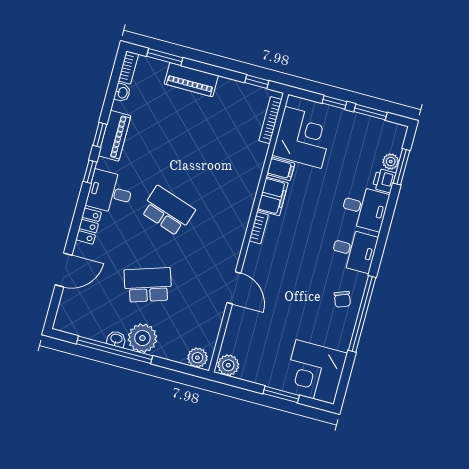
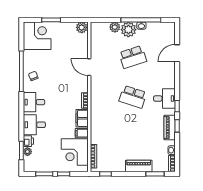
locker: (89, 226) -> (171, 79), removed
plant: (197, 358) -> (115, 27), moved

